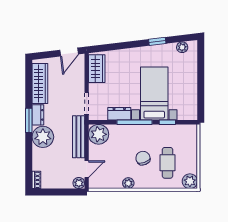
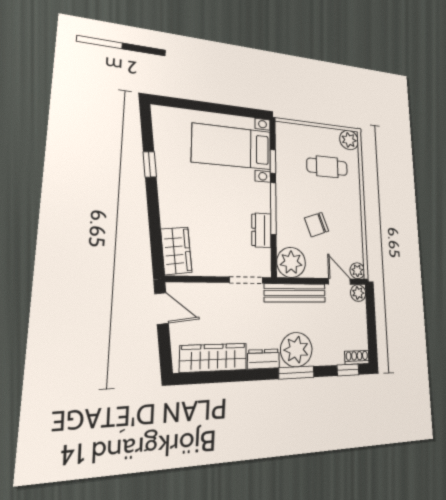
plant: (182, 47) -> (161, 128), removed
wardrobe: (97, 69) -> (176, 251), moved, turned 83
bed with nightstands: (154, 94) -> (232, 147), moved
window: (29, 120) -> (296, 373), moved
chair: (143, 158) -> (317, 225), moved
window: (29, 173) -> (348, 370), added
plant: (128, 183) -> (357, 271), moved

